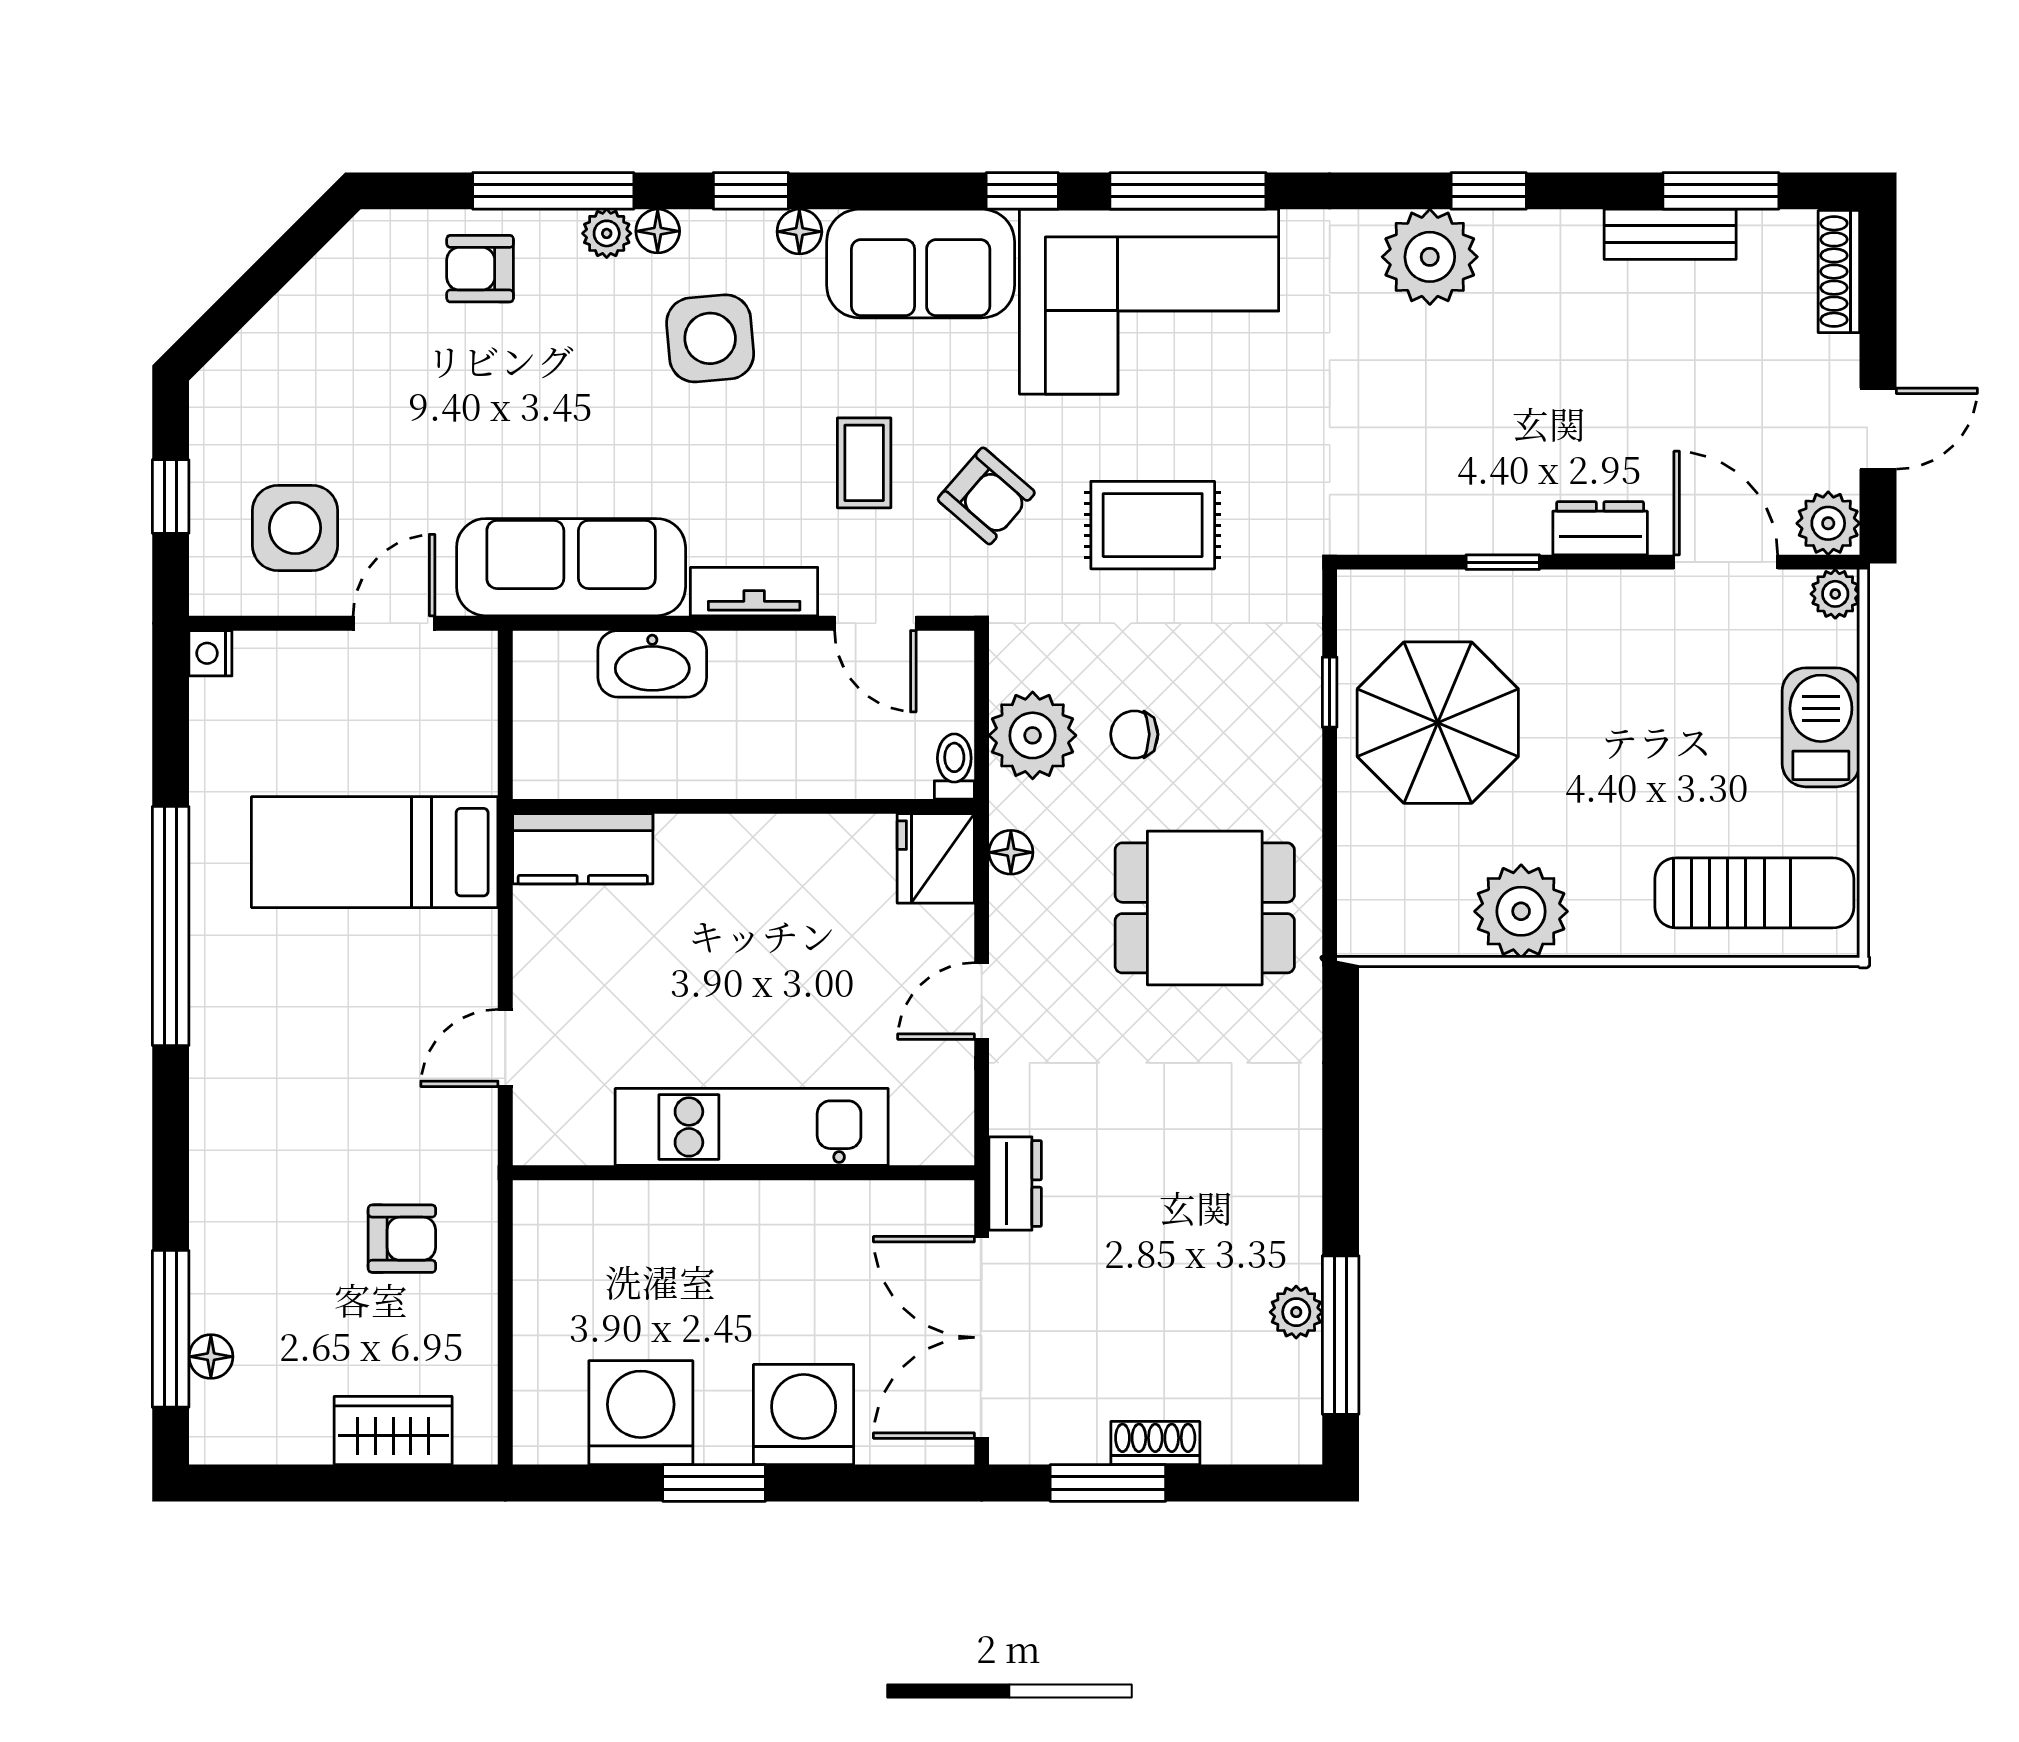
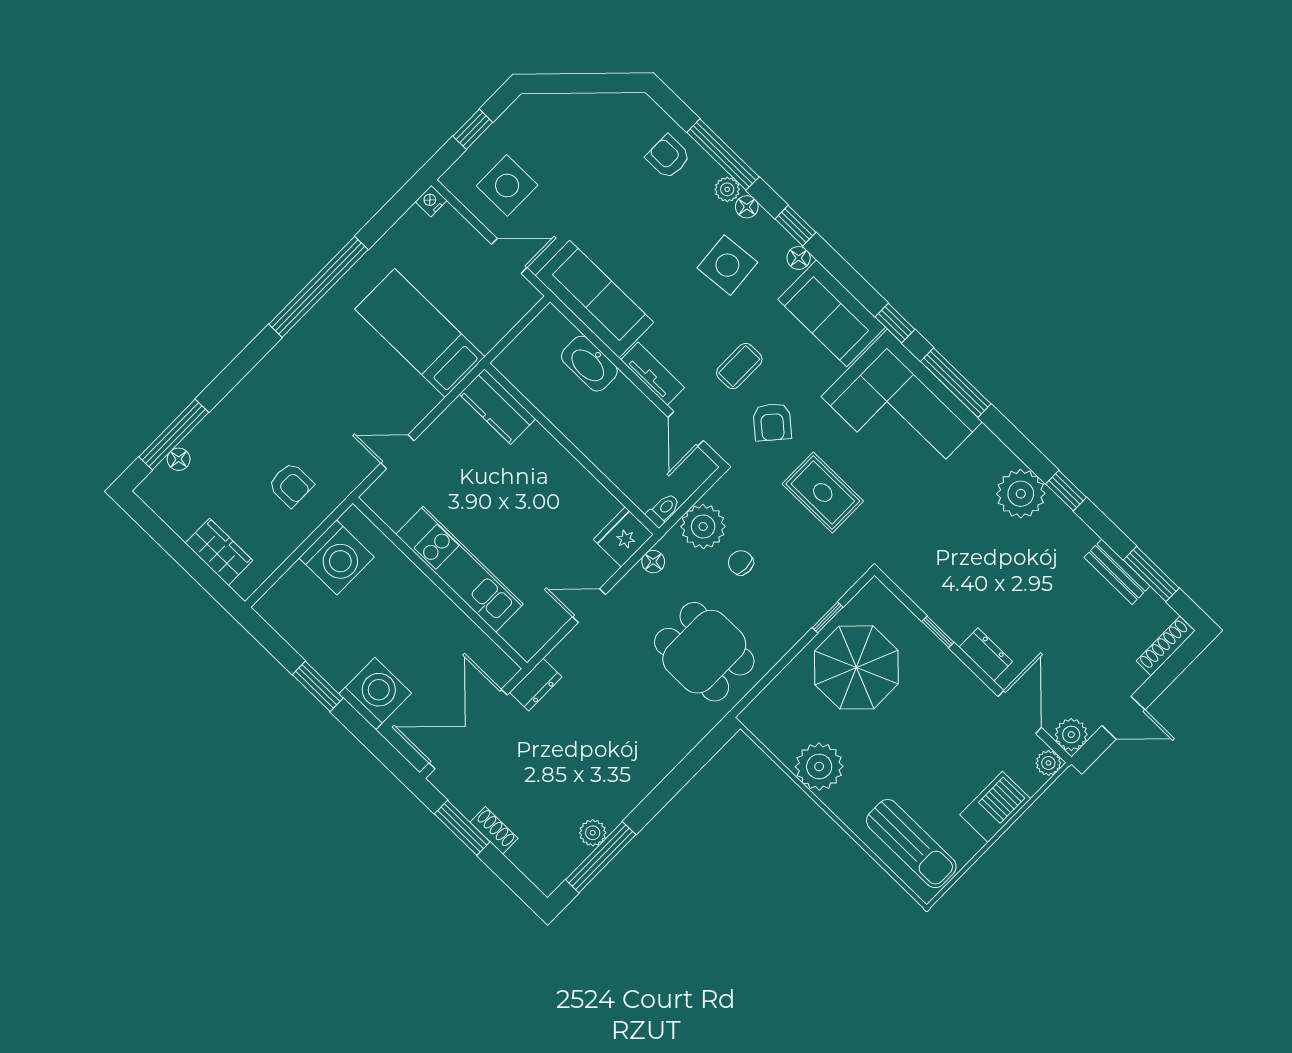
washing machine: (641, 1413) -> (337, 557), moved, turned 90

